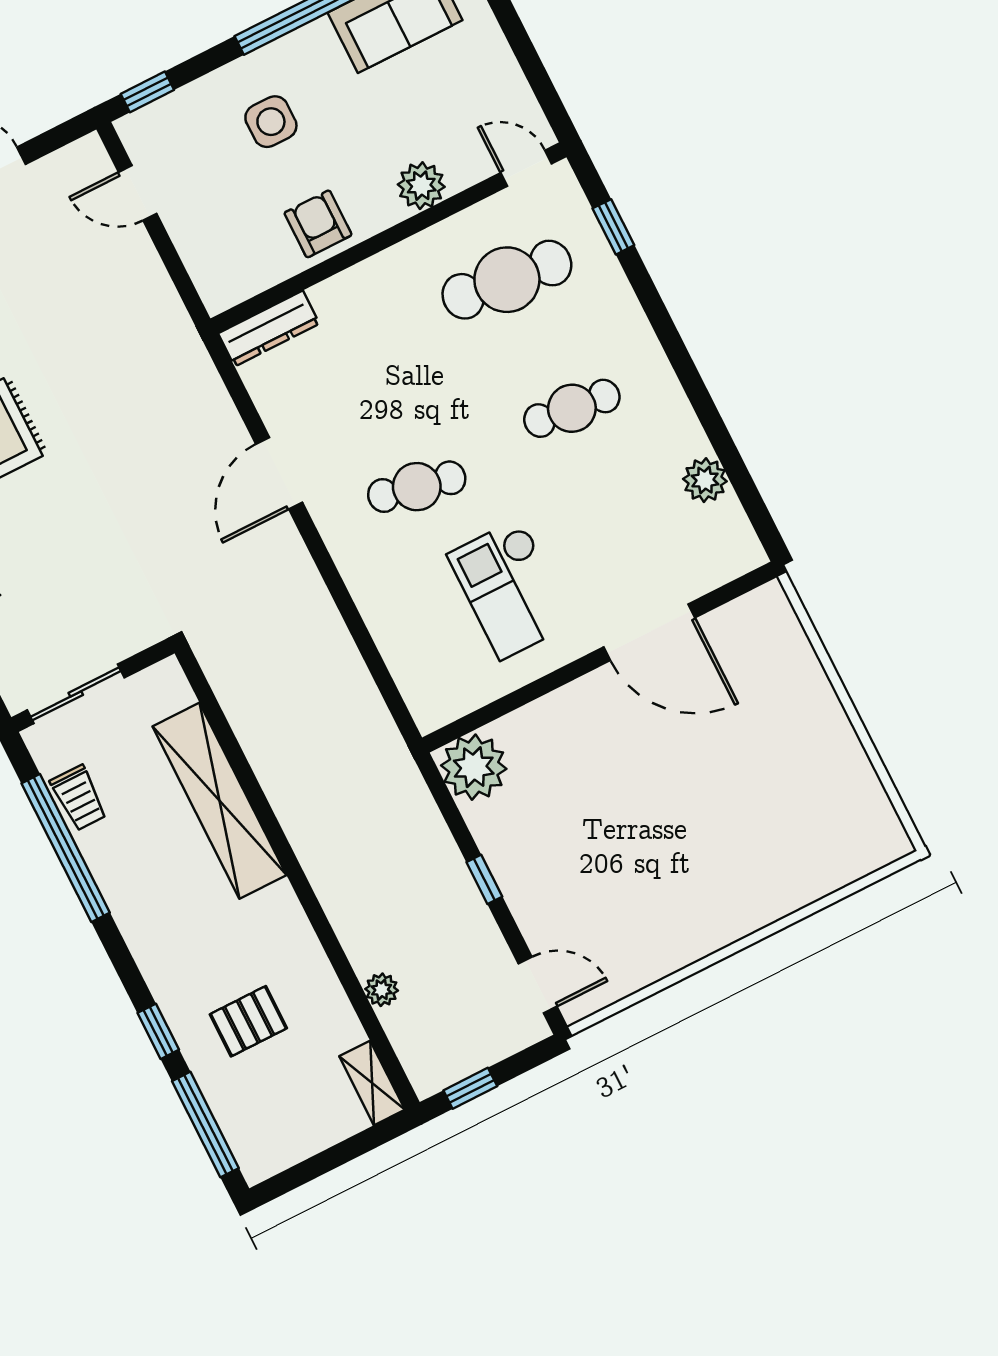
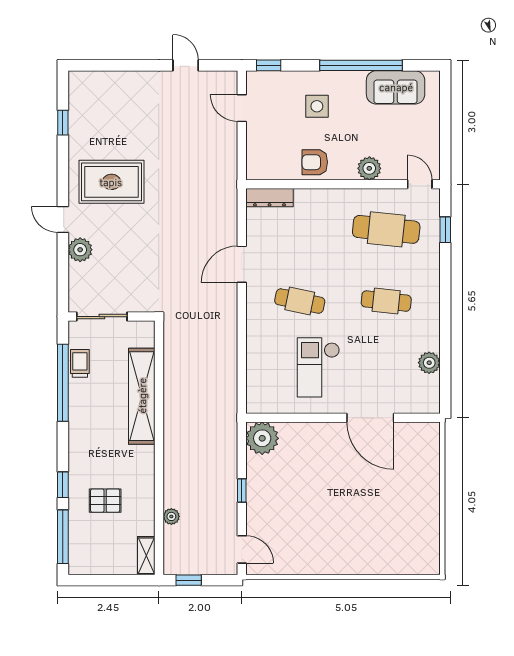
armchair: (318, 224) -> (315, 162), turned -90
trolley: (79, 798) -> (80, 363), turned 180

